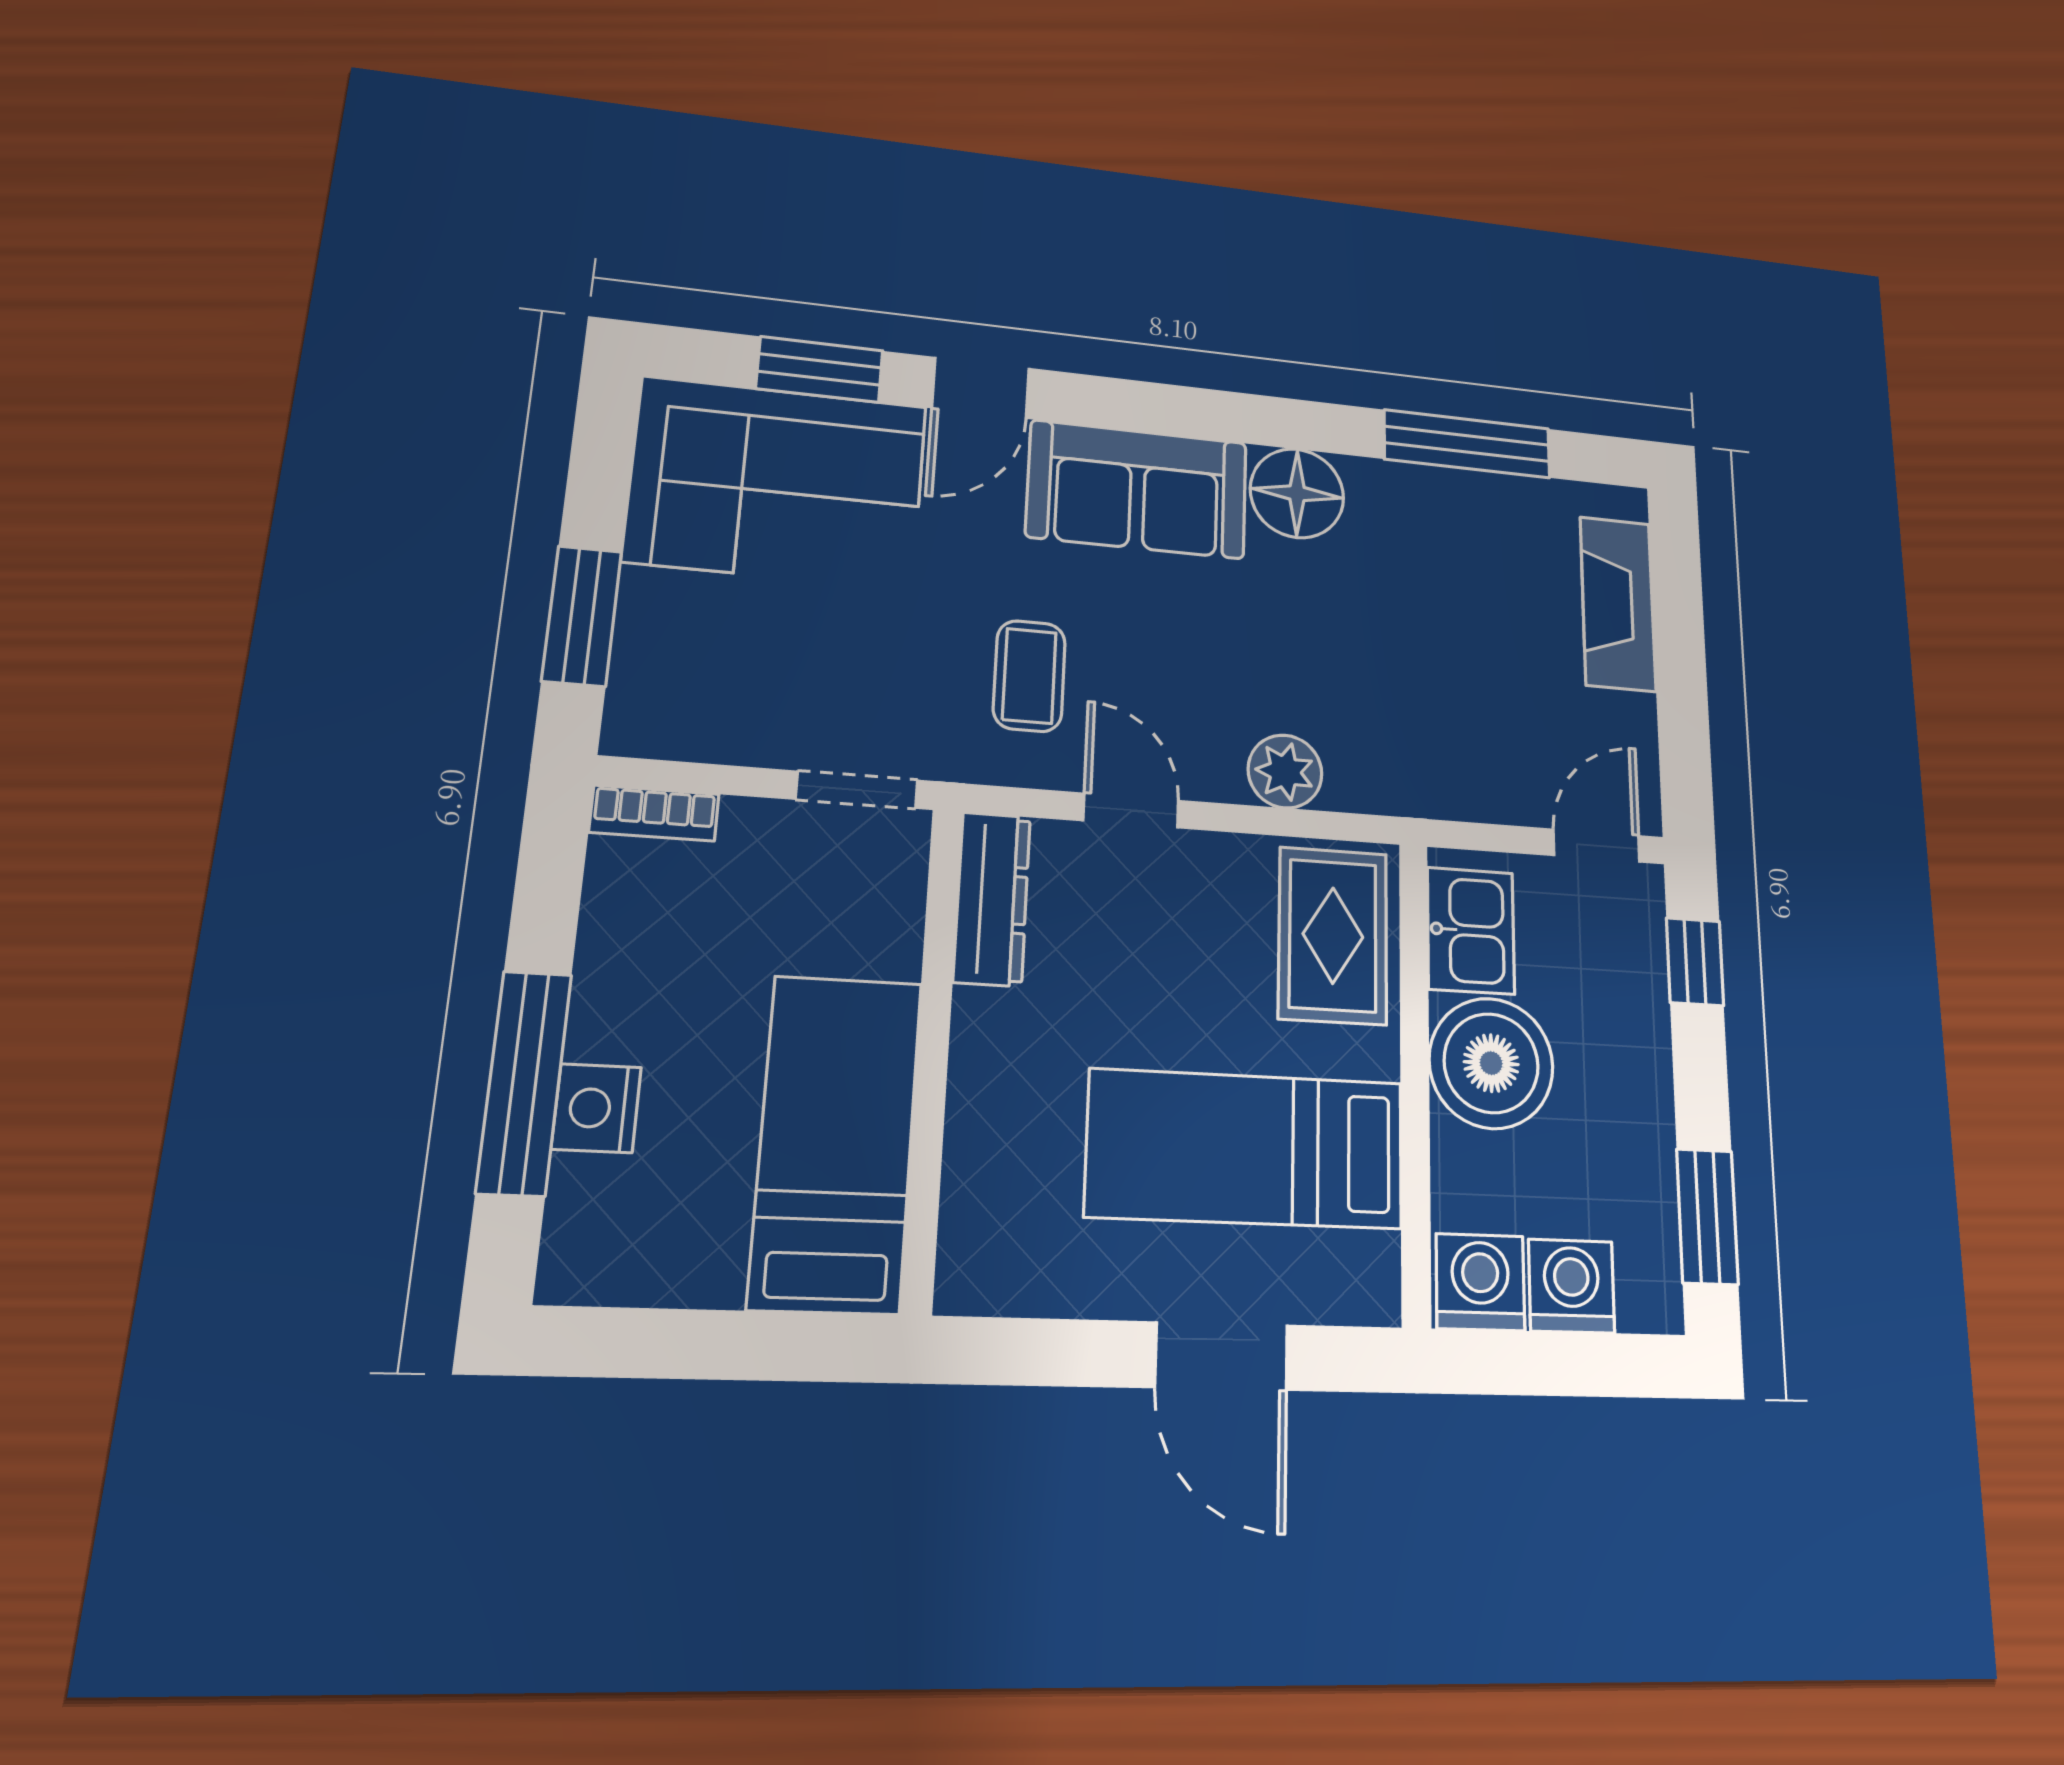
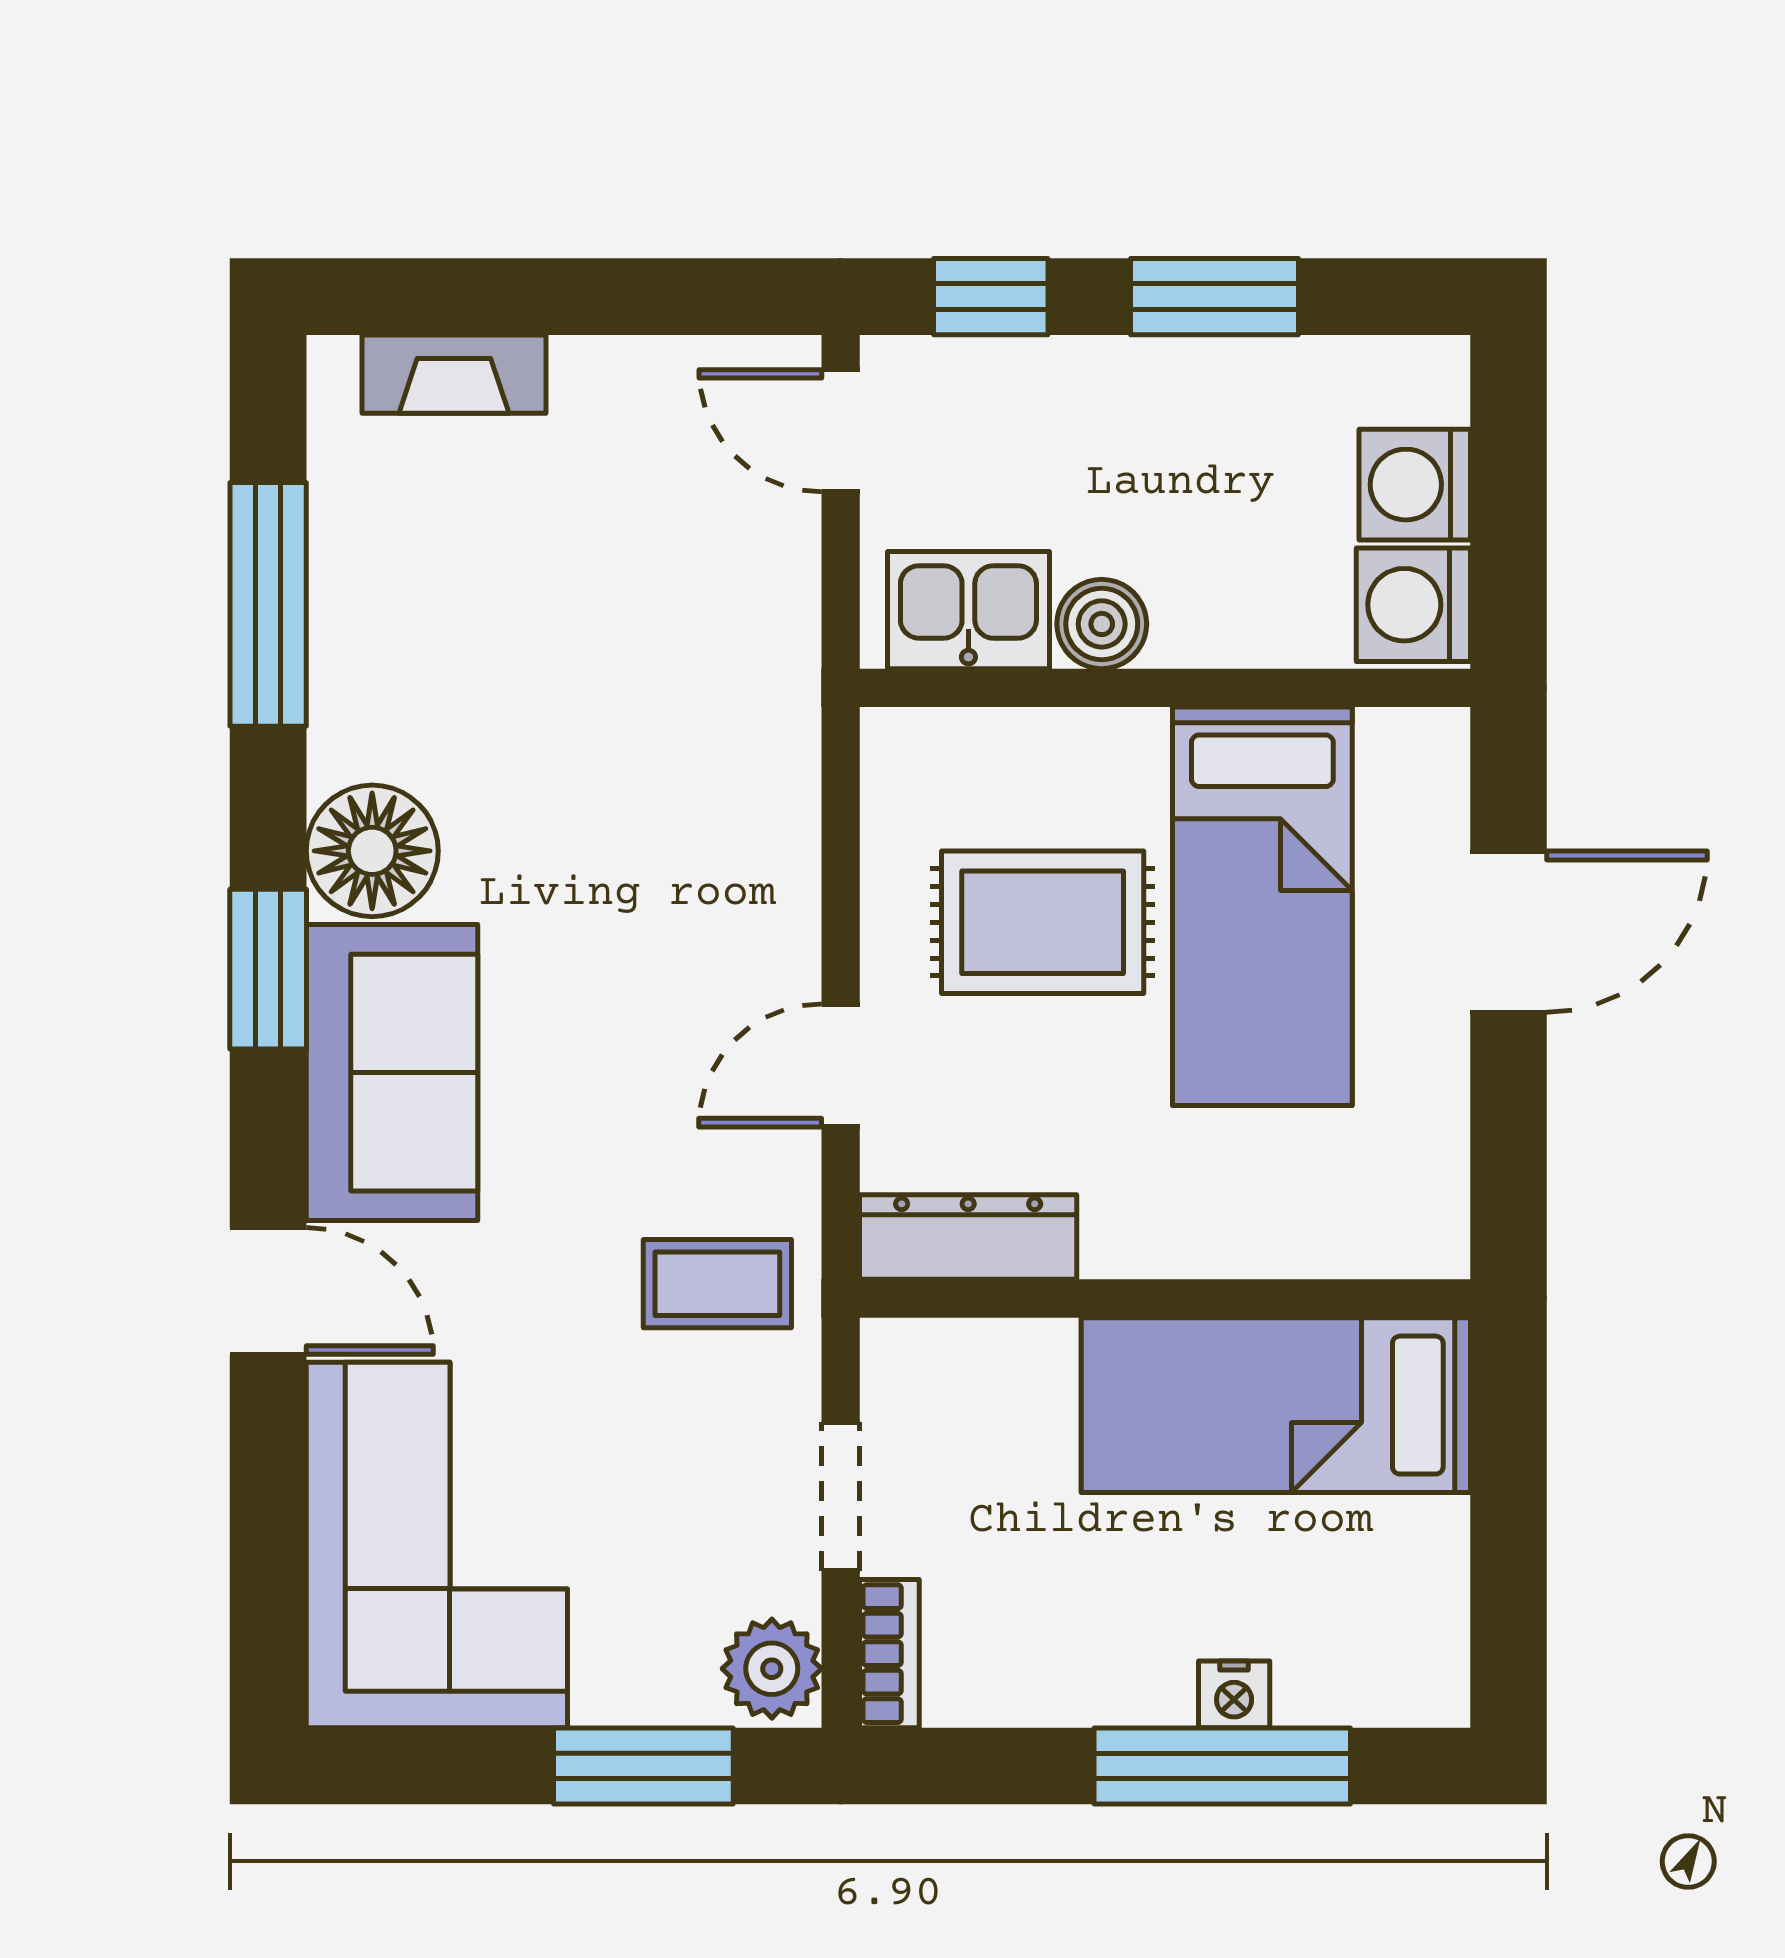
window: (820, 369) -> (268, 969), moved
fireplace: (1618, 604) -> (454, 374), width x0.73, depth x0.76
coffee table: (1029, 676) -> (717, 1284), moved
plant: (1285, 771) -> (772, 1669), moved
doorway: (857, 790) -> (841, 1496), moved
rug: (1333, 935) -> (1043, 922), moved
boiler: (1491, 1063) -> (1102, 624), width x0.54, depth x0.54
nightstand: (596, 1108) -> (1234, 1694), width x0.72, depth x0.74
window: (1707, 1217) -> (1215, 297), moved

